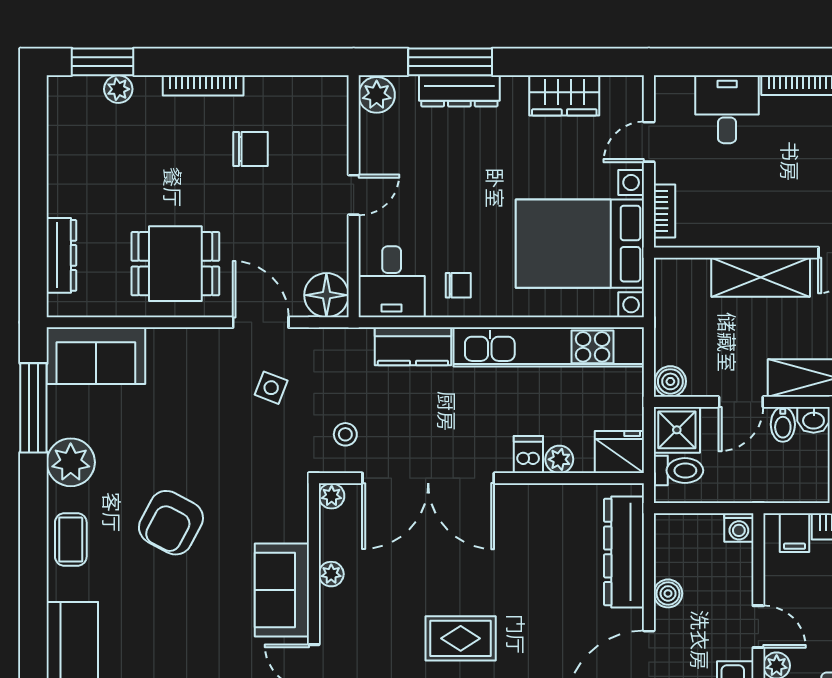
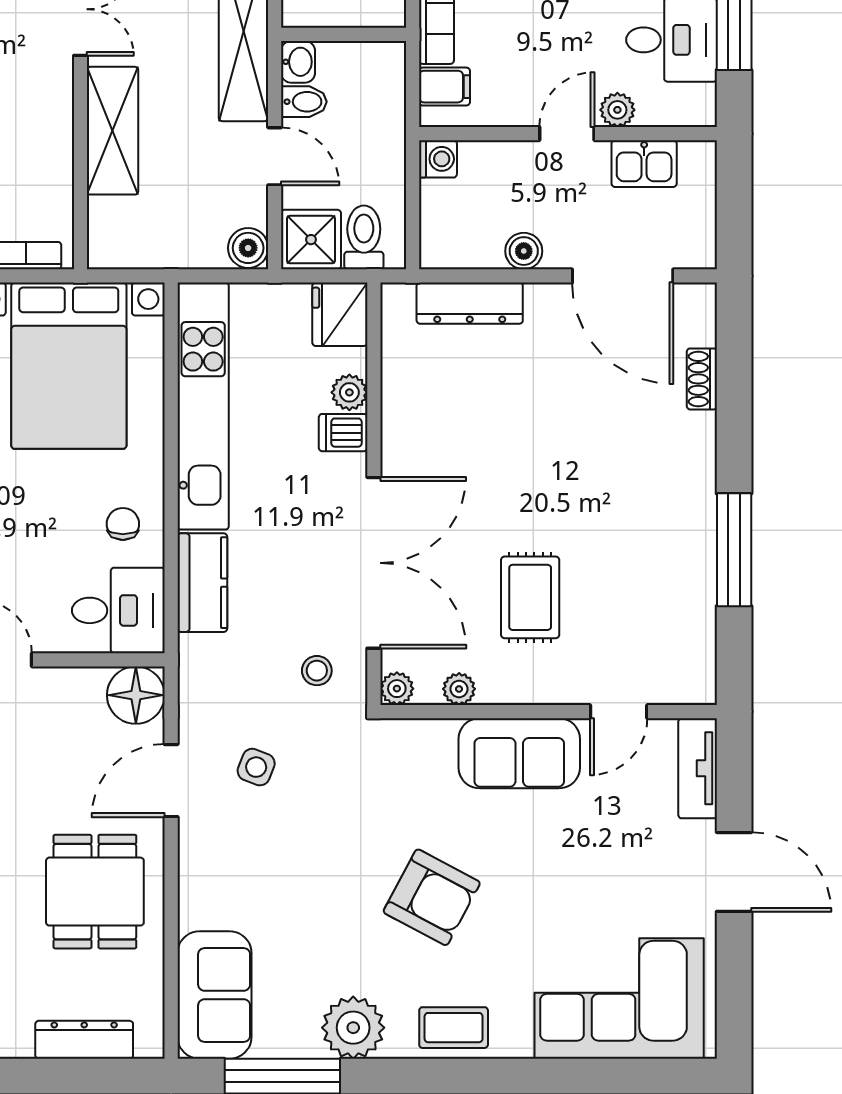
dresser: (624, 552) -> (470, 303), width x0.73, depth x0.80
plant: (331, 574) -> (459, 689), moved
rug: (461, 638) -> (530, 597), moved

